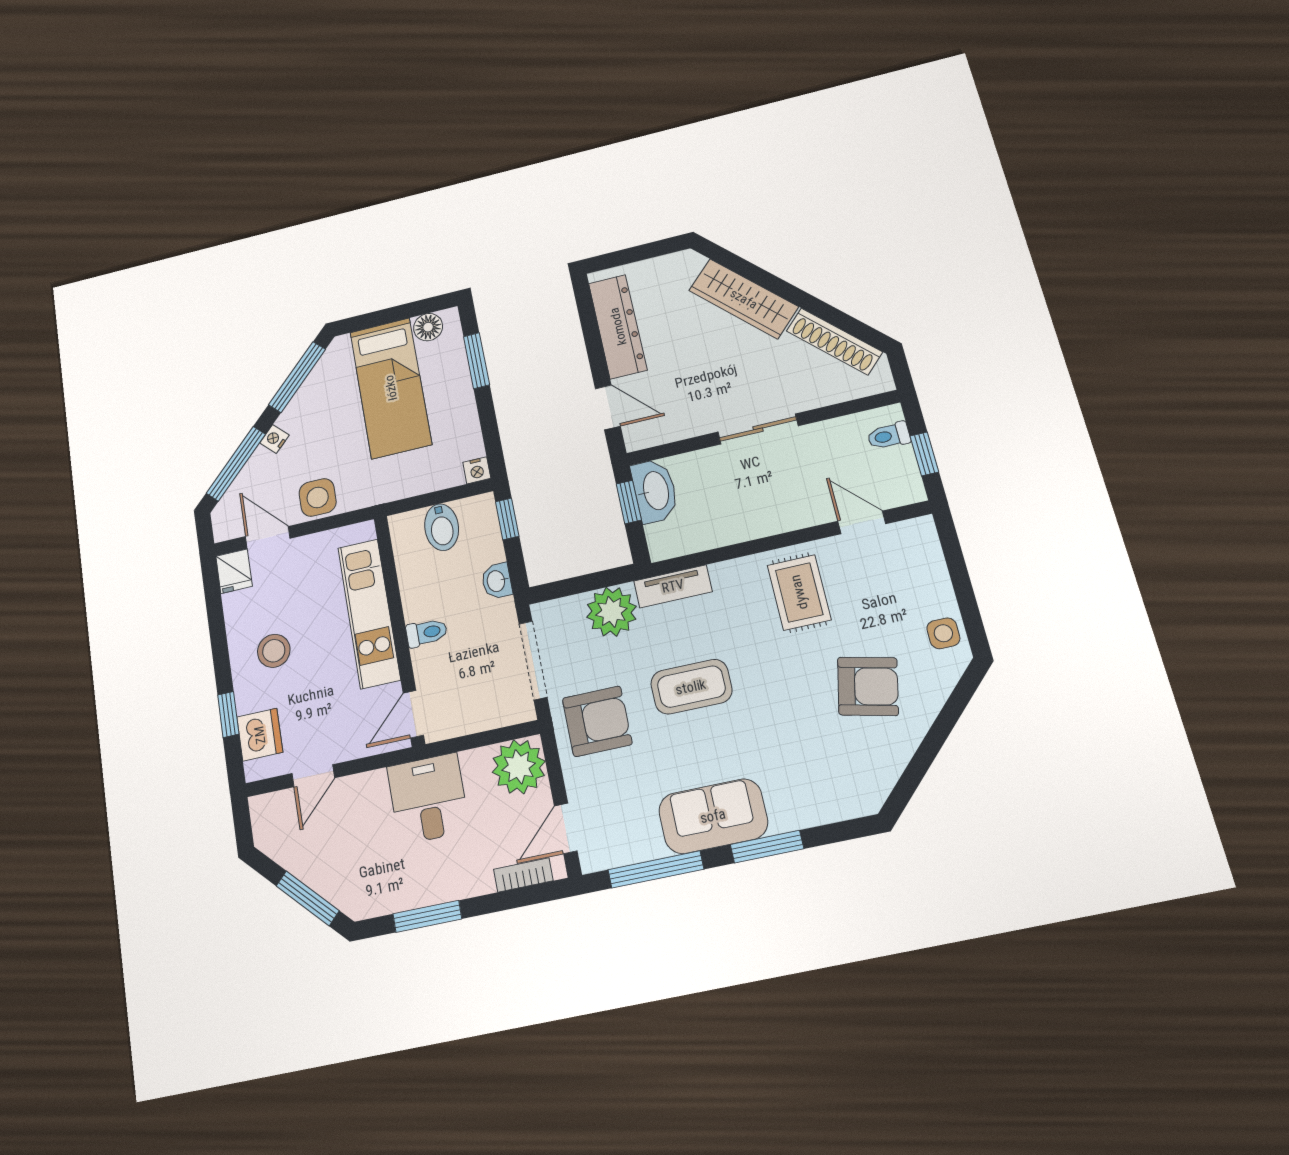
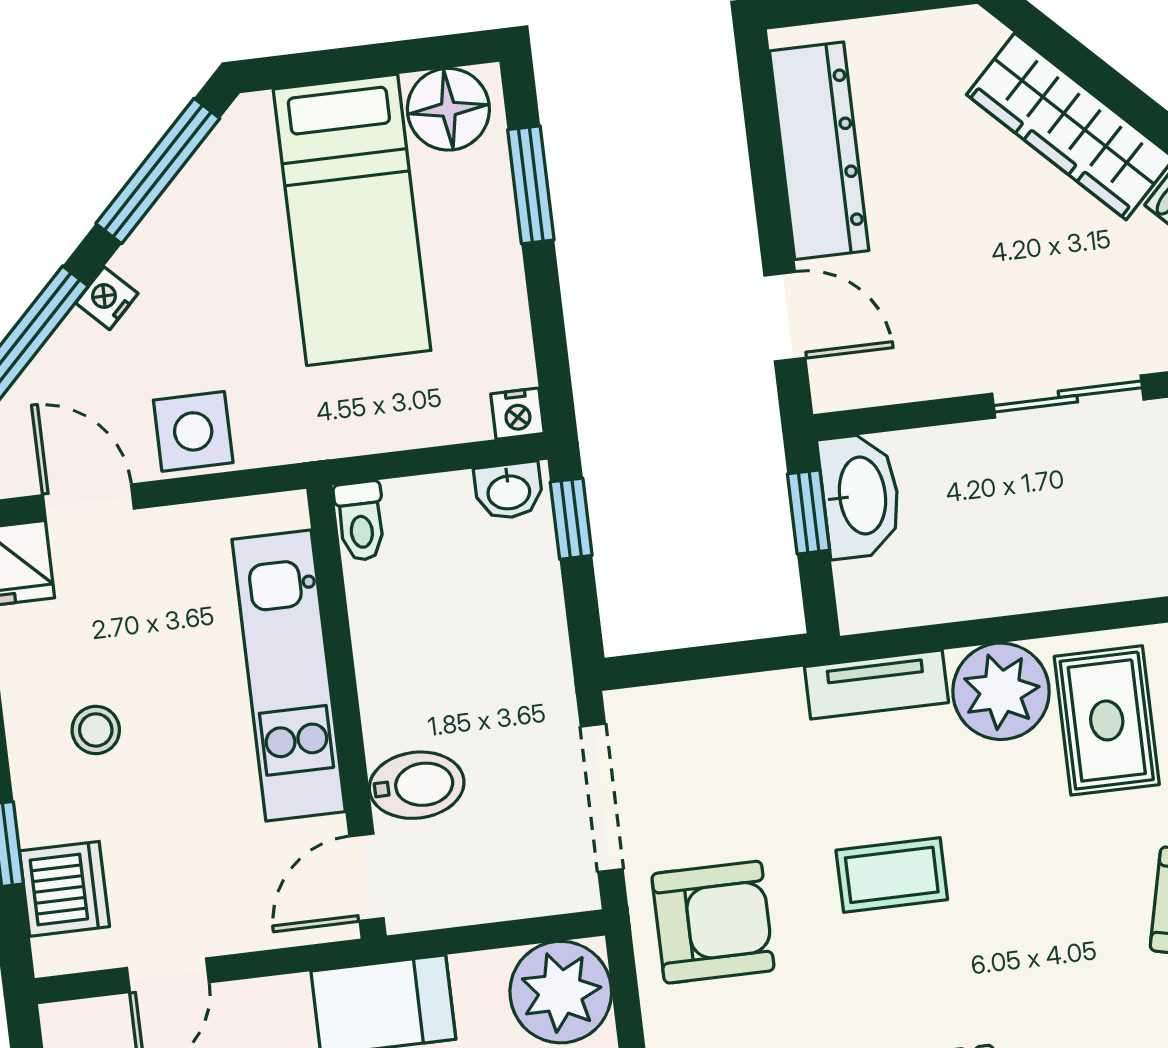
floor lamp: (428, 327) -> (448, 109), width x1.38, depth x1.38
bidet: (442, 527) -> (417, 785), moved, turned -90
washbasin: (497, 581) -> (509, 491), moved, turned -90
plant: (611, 612) -> (1001, 691), moved
toilet: (427, 633) -> (361, 521), moved, turned 90
stool: (274, 651) -> (96, 730), width x0.73, depth x0.73
coffee table: (691, 687) -> (892, 875), width x0.73, depth x0.77

